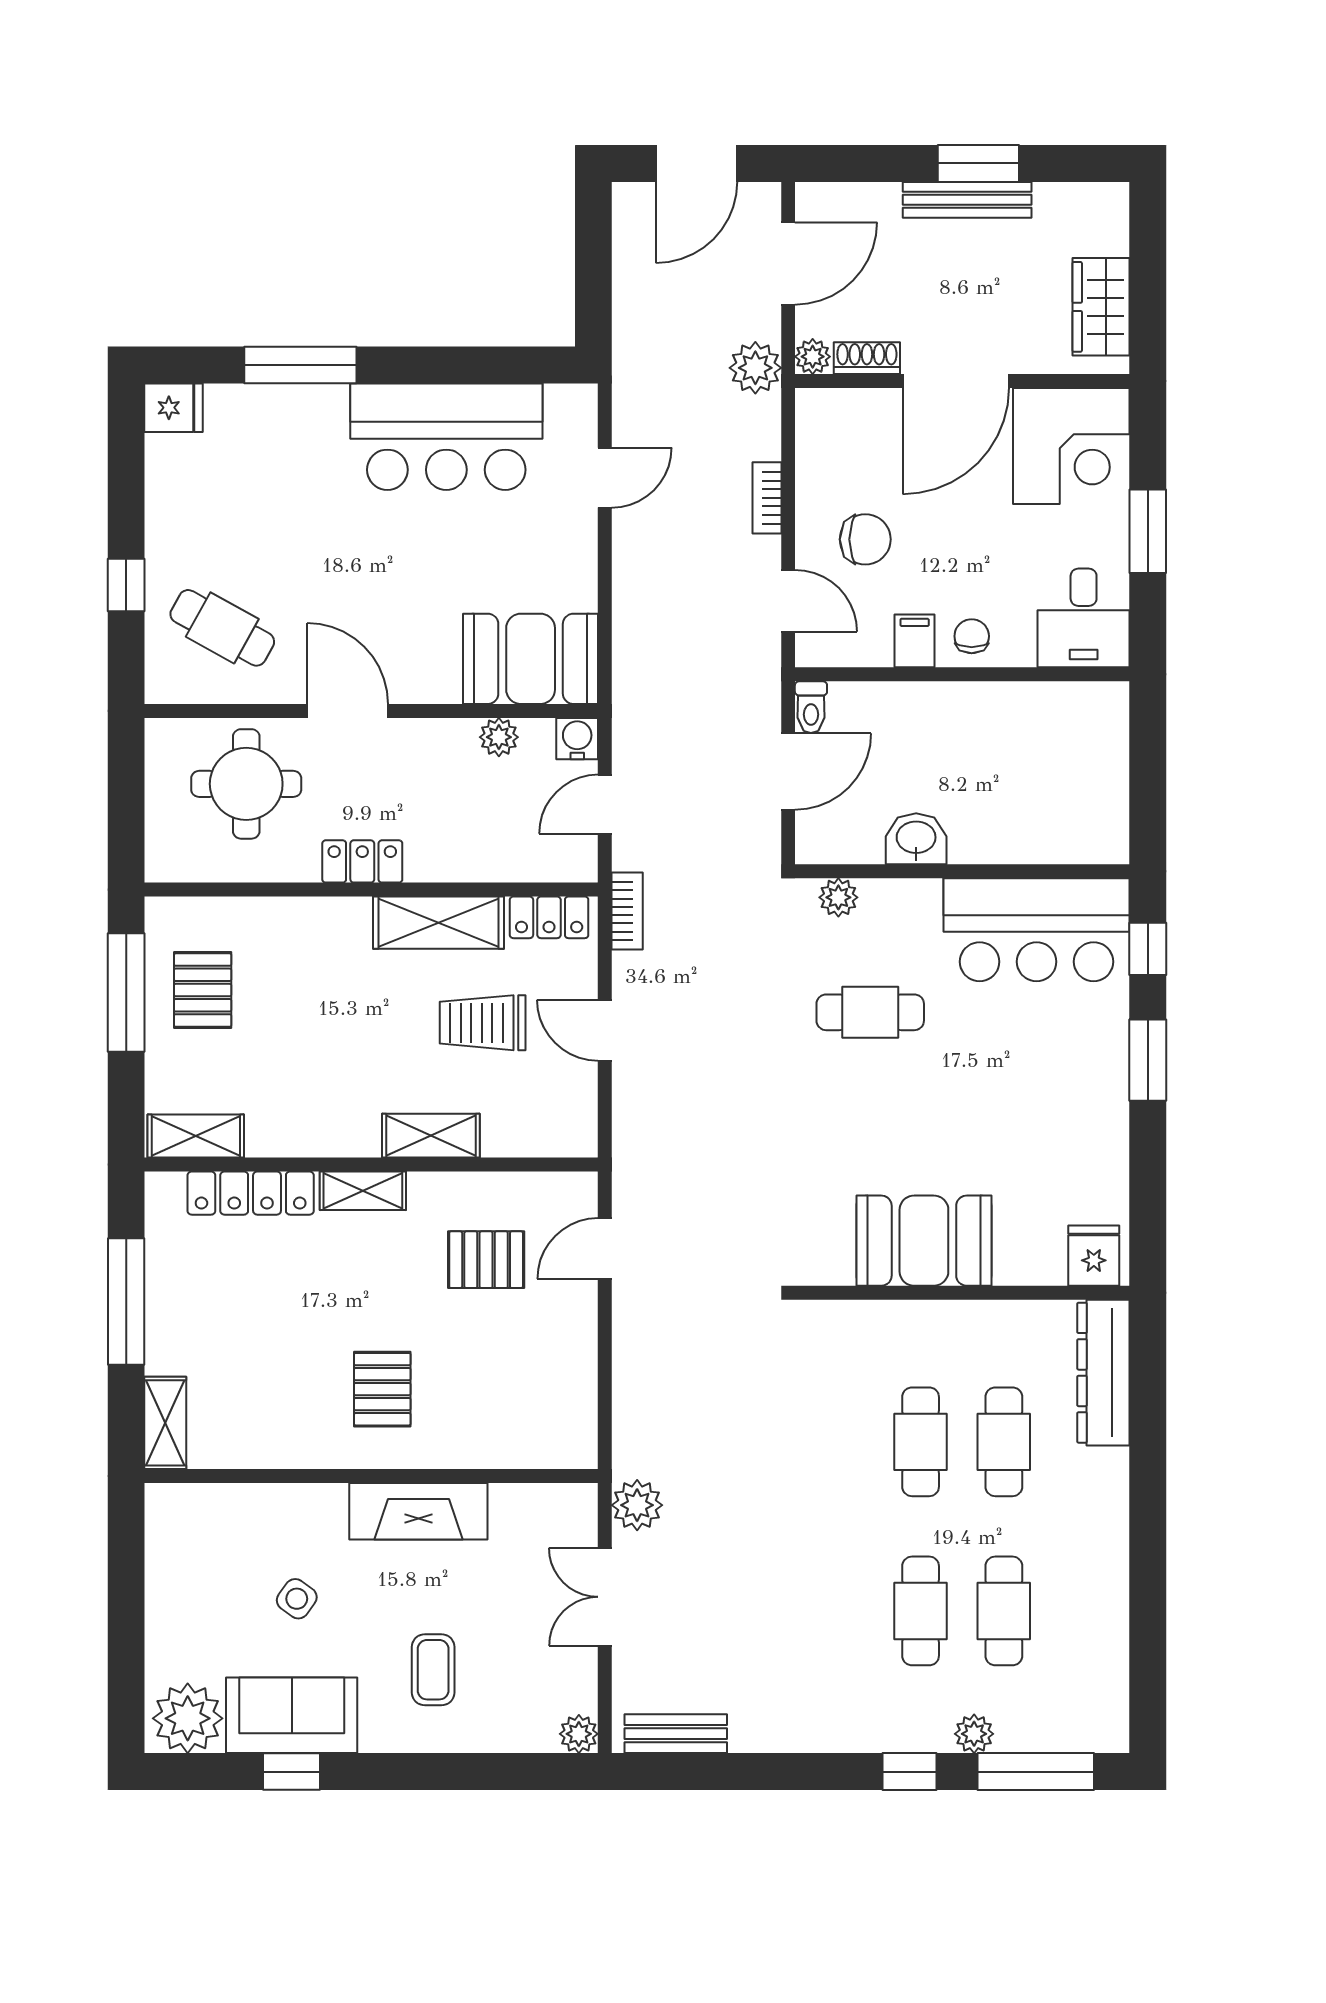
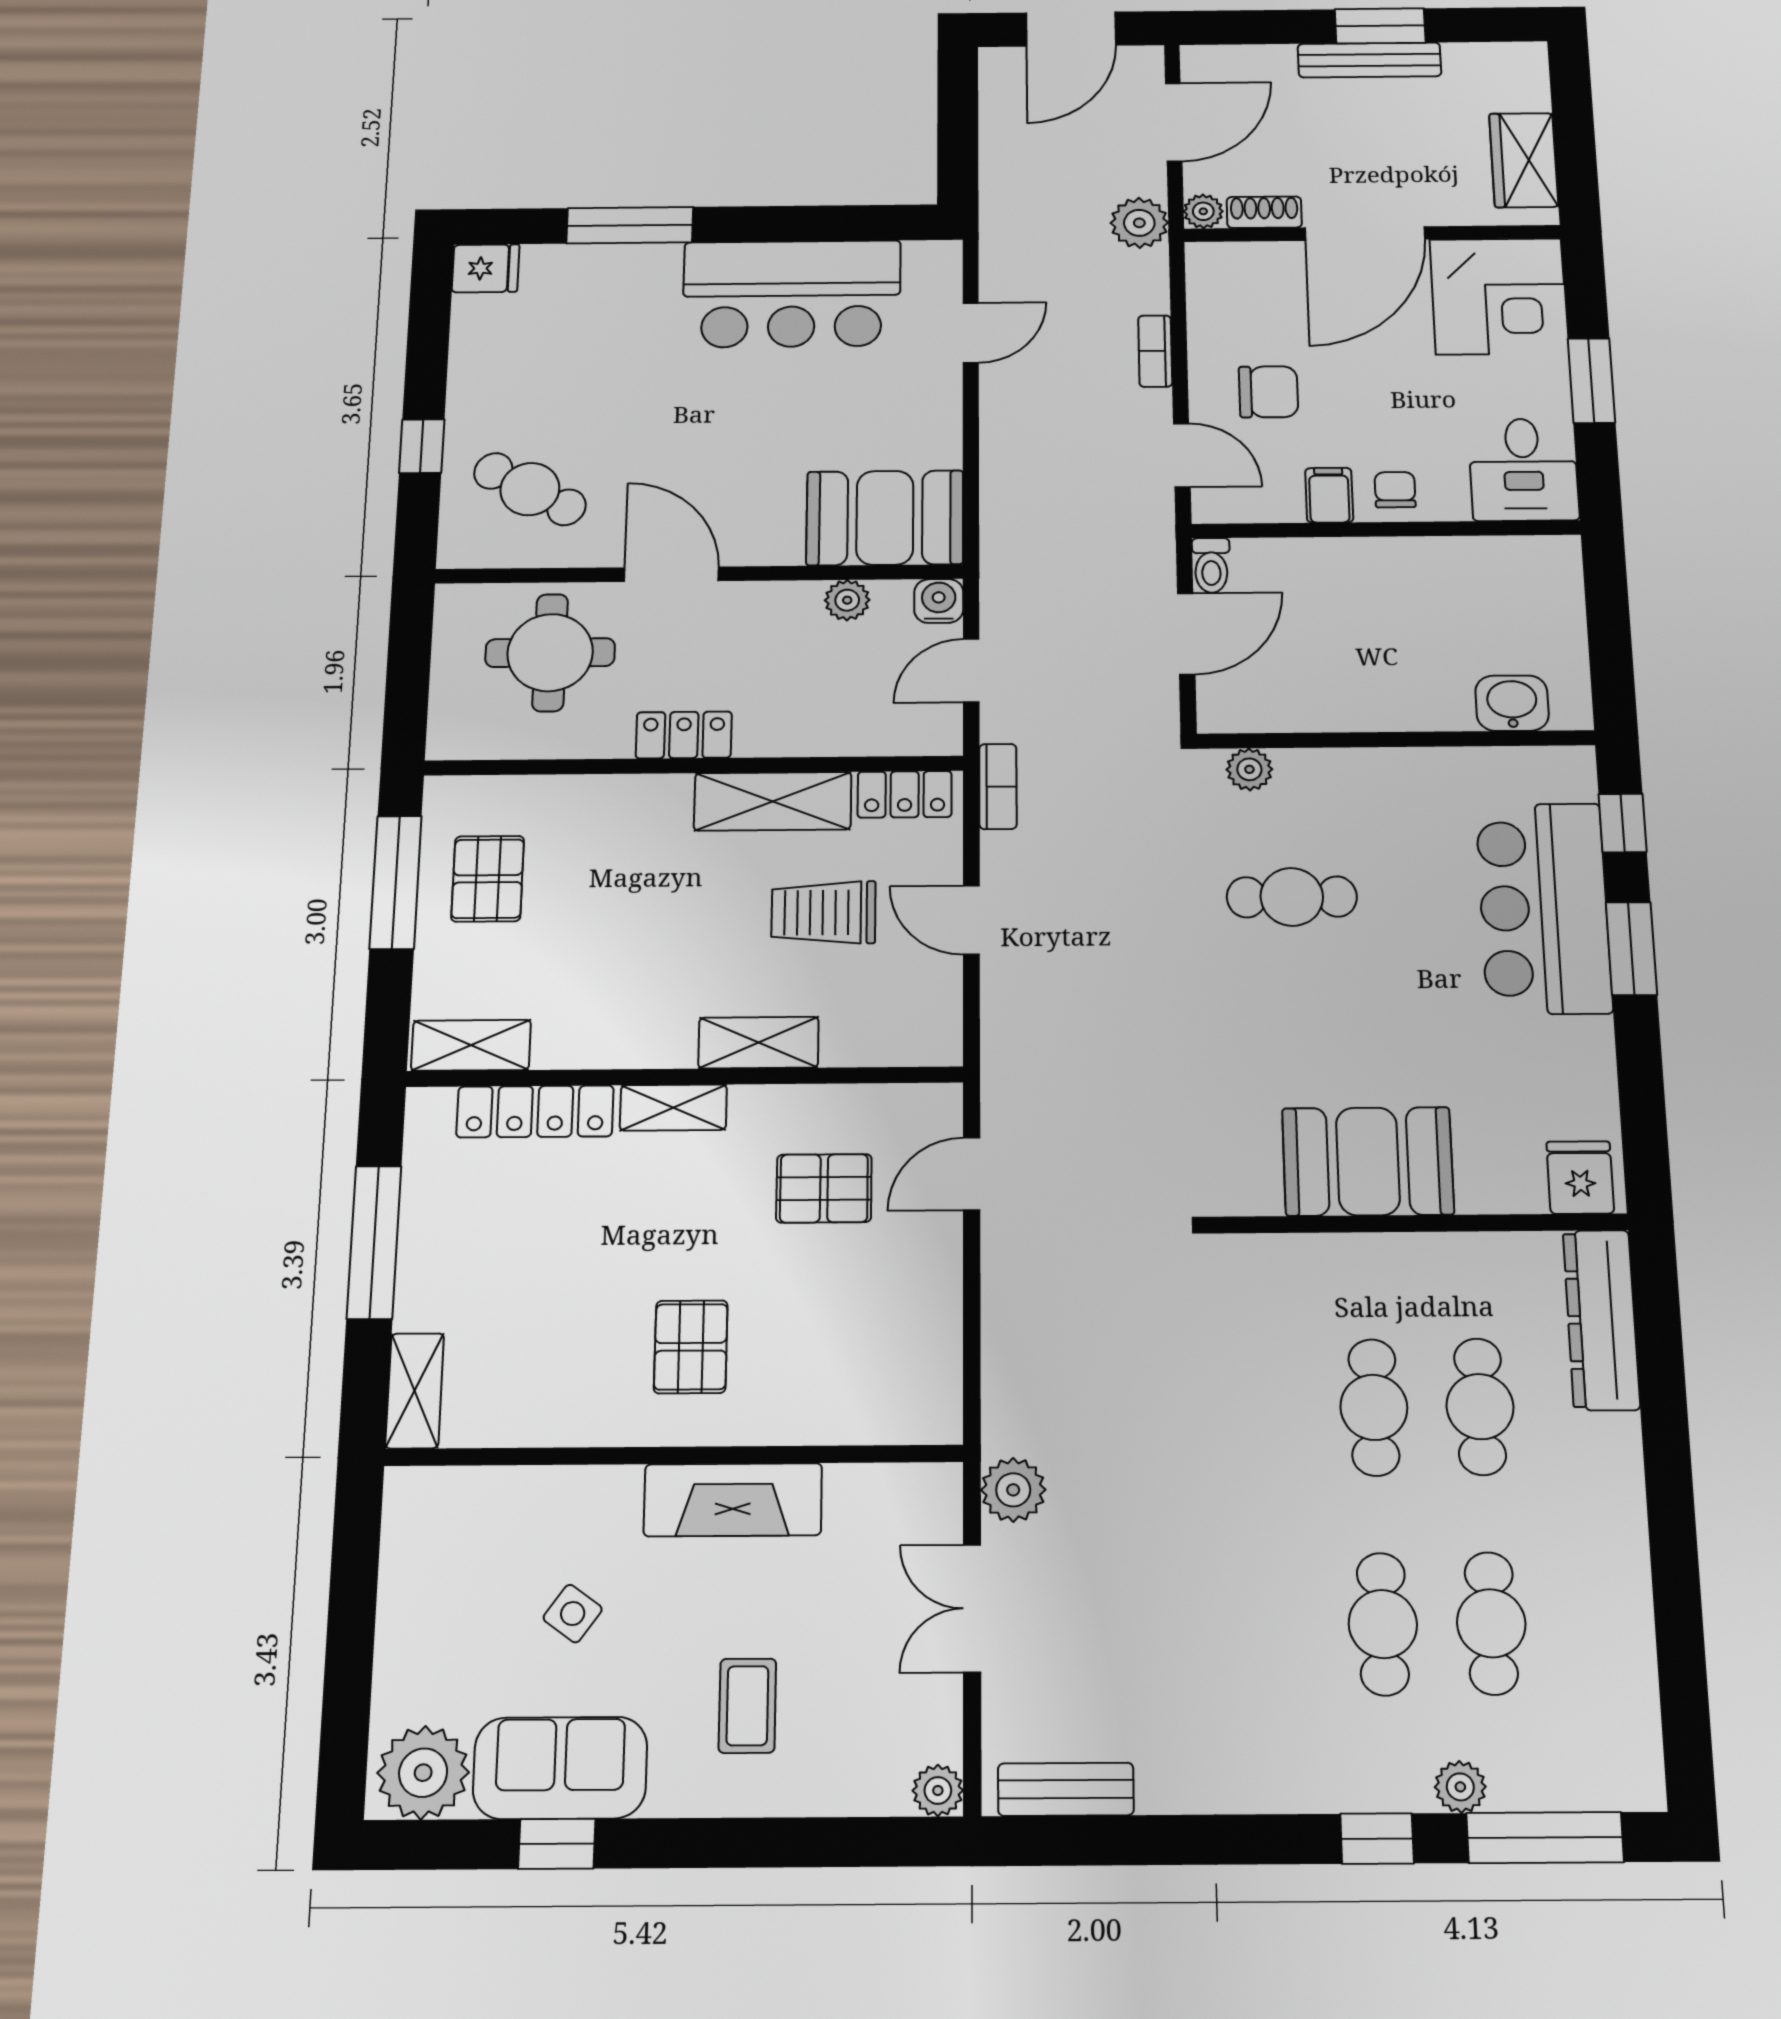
washbasin: (916, 839) -> (1512, 703), moved
bar counter: (1037, 930) -> (1544, 908), moved, turned 90

